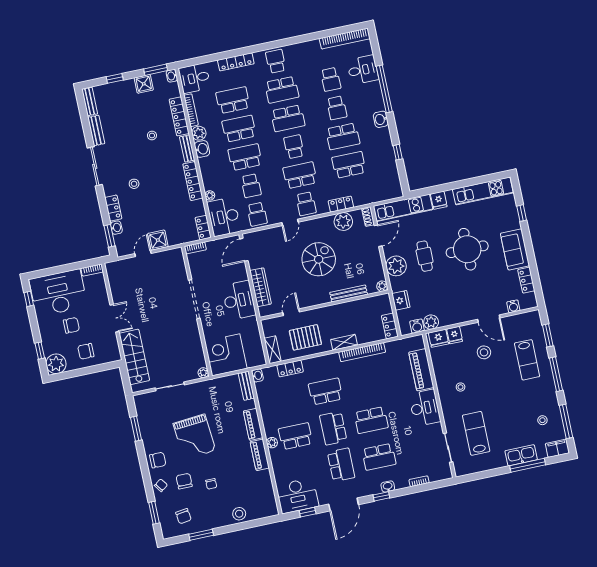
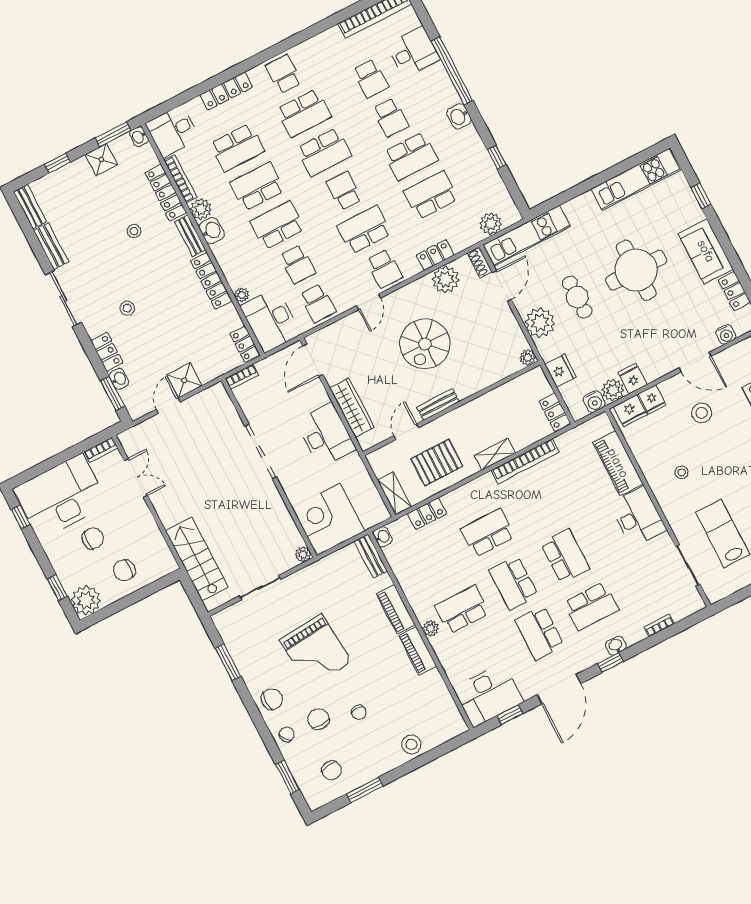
school desk: (233, 100) -> (237, 148), turned 180
plant: (382, 194) -> (491, 224), added
fridge: (439, 200) -> (633, 379), moved, turned 180
spiral stairs: (319, 259) -> (425, 344), turned 180
bench: (349, 294) -> (438, 404), moved, width x0.73
double door: (115, 318) -> (136, 478), moved
school desk: (371, 420) -> (565, 556), turned -90
school desk: (341, 465) -> (539, 633), turned 180

